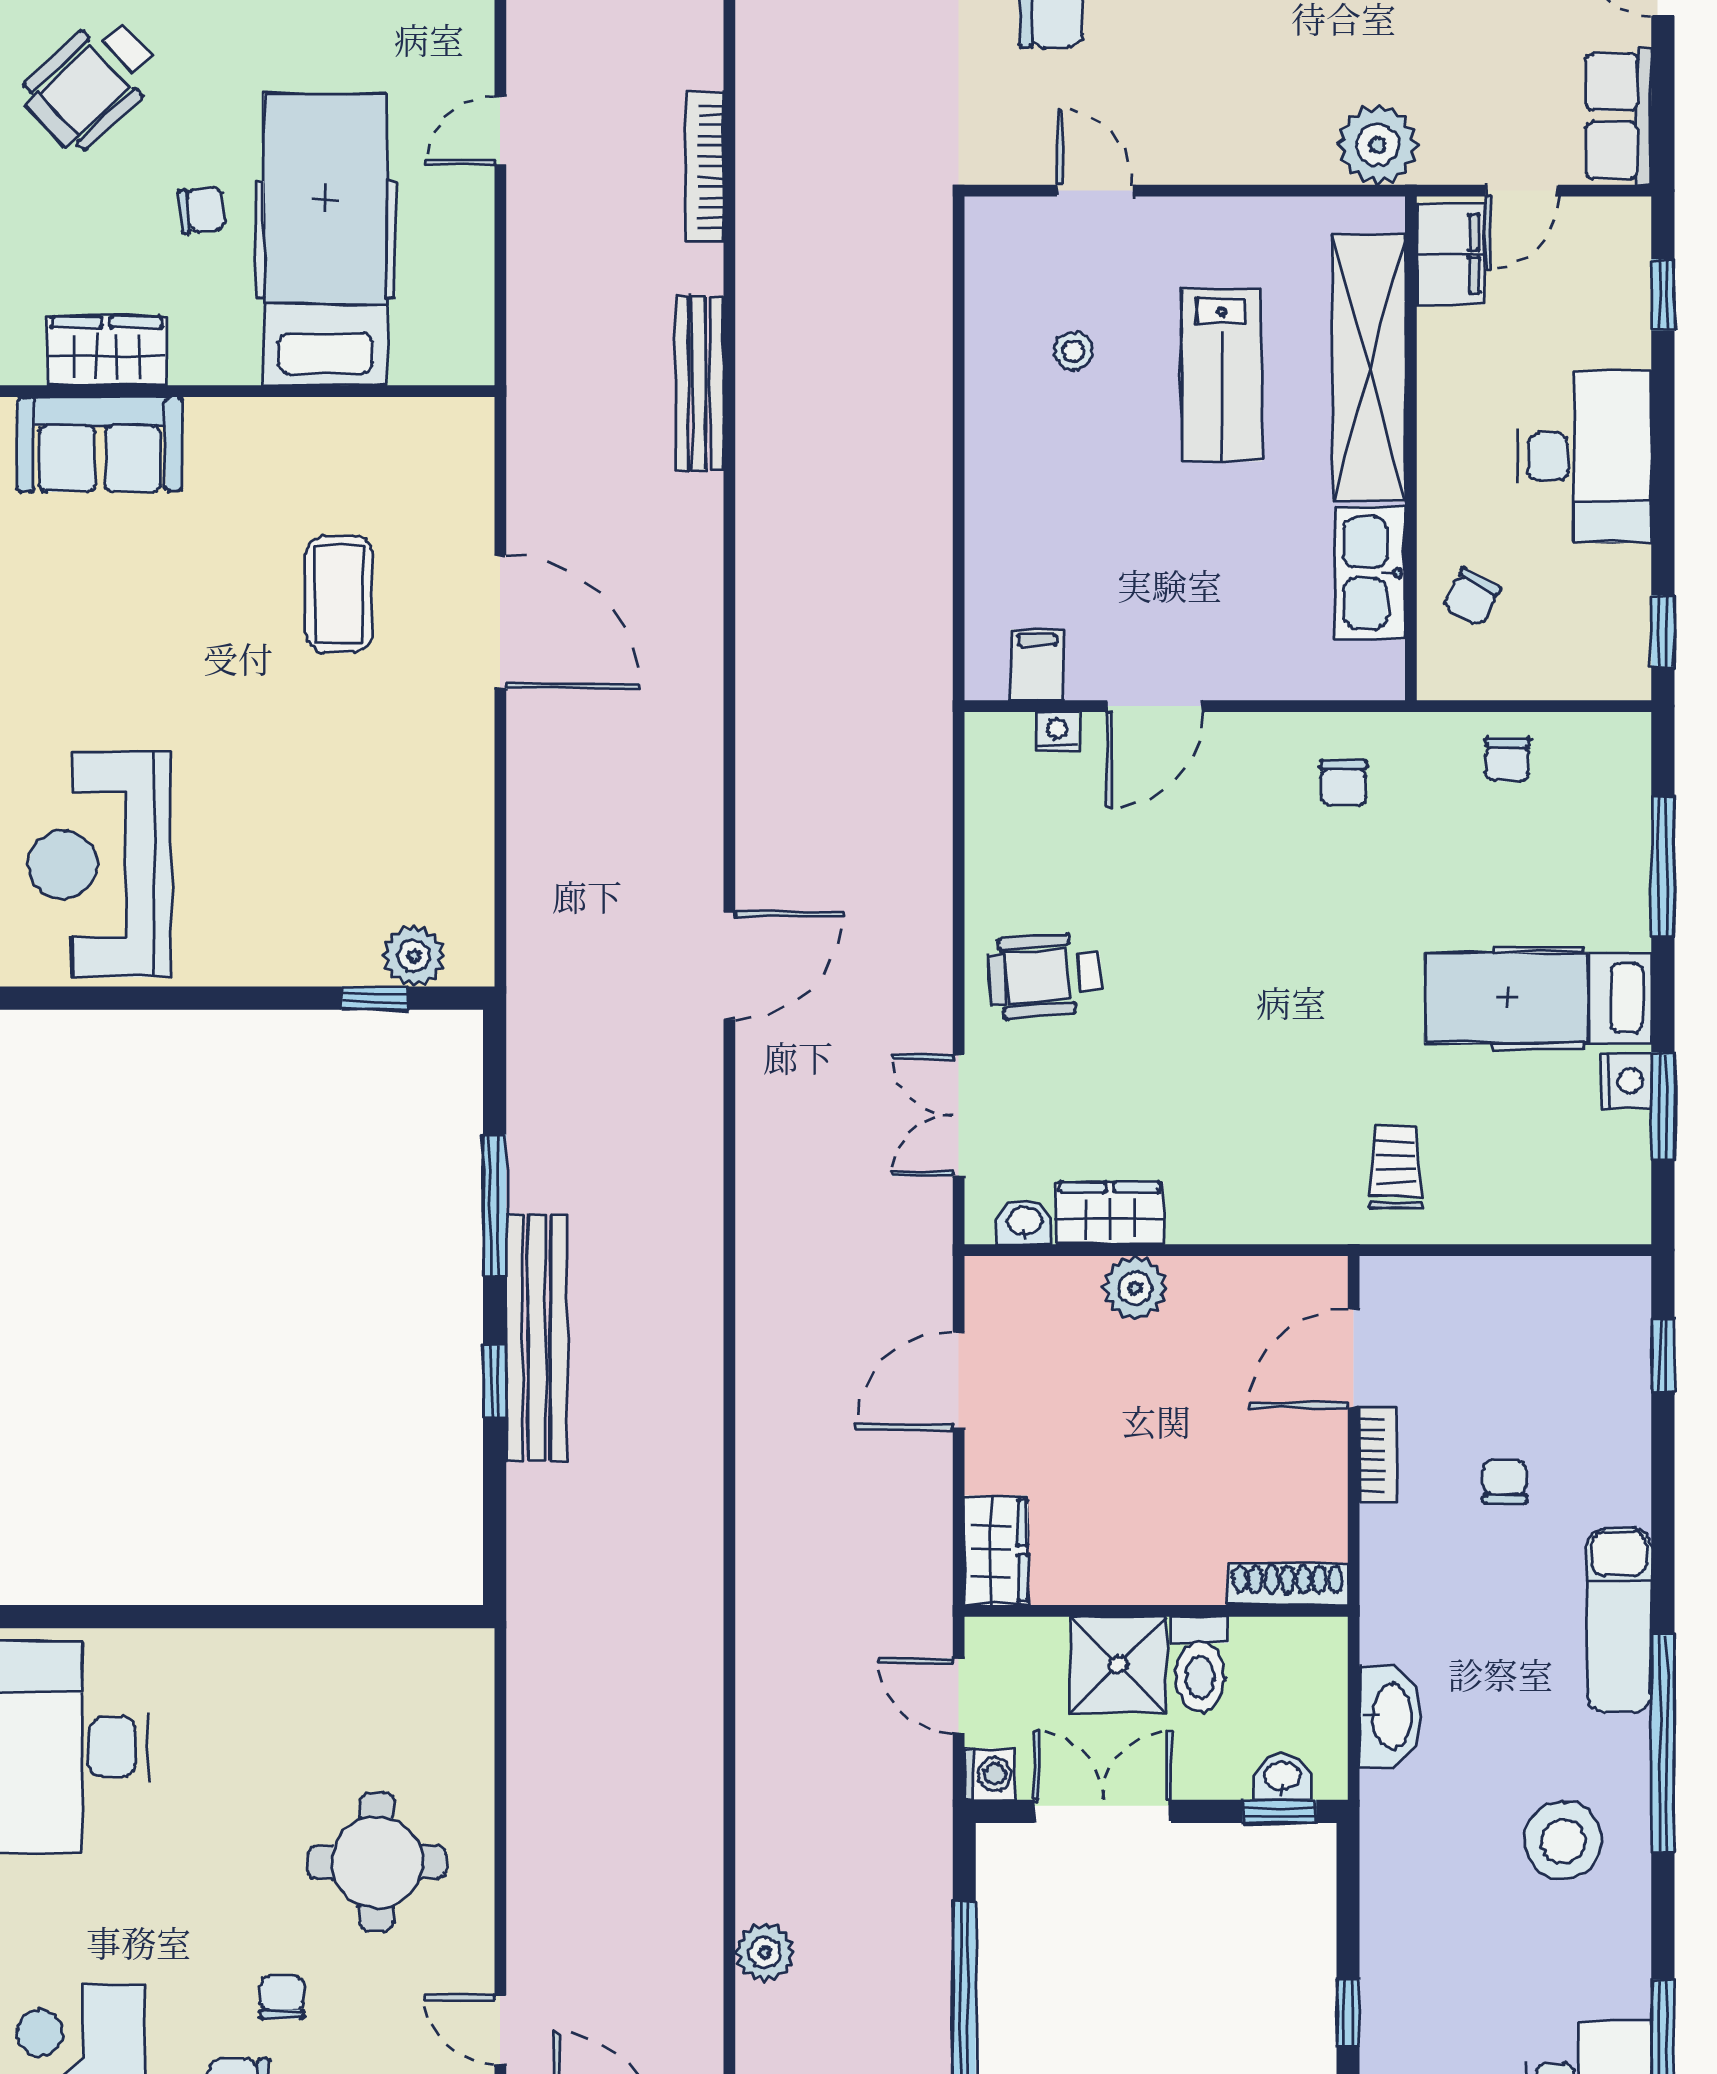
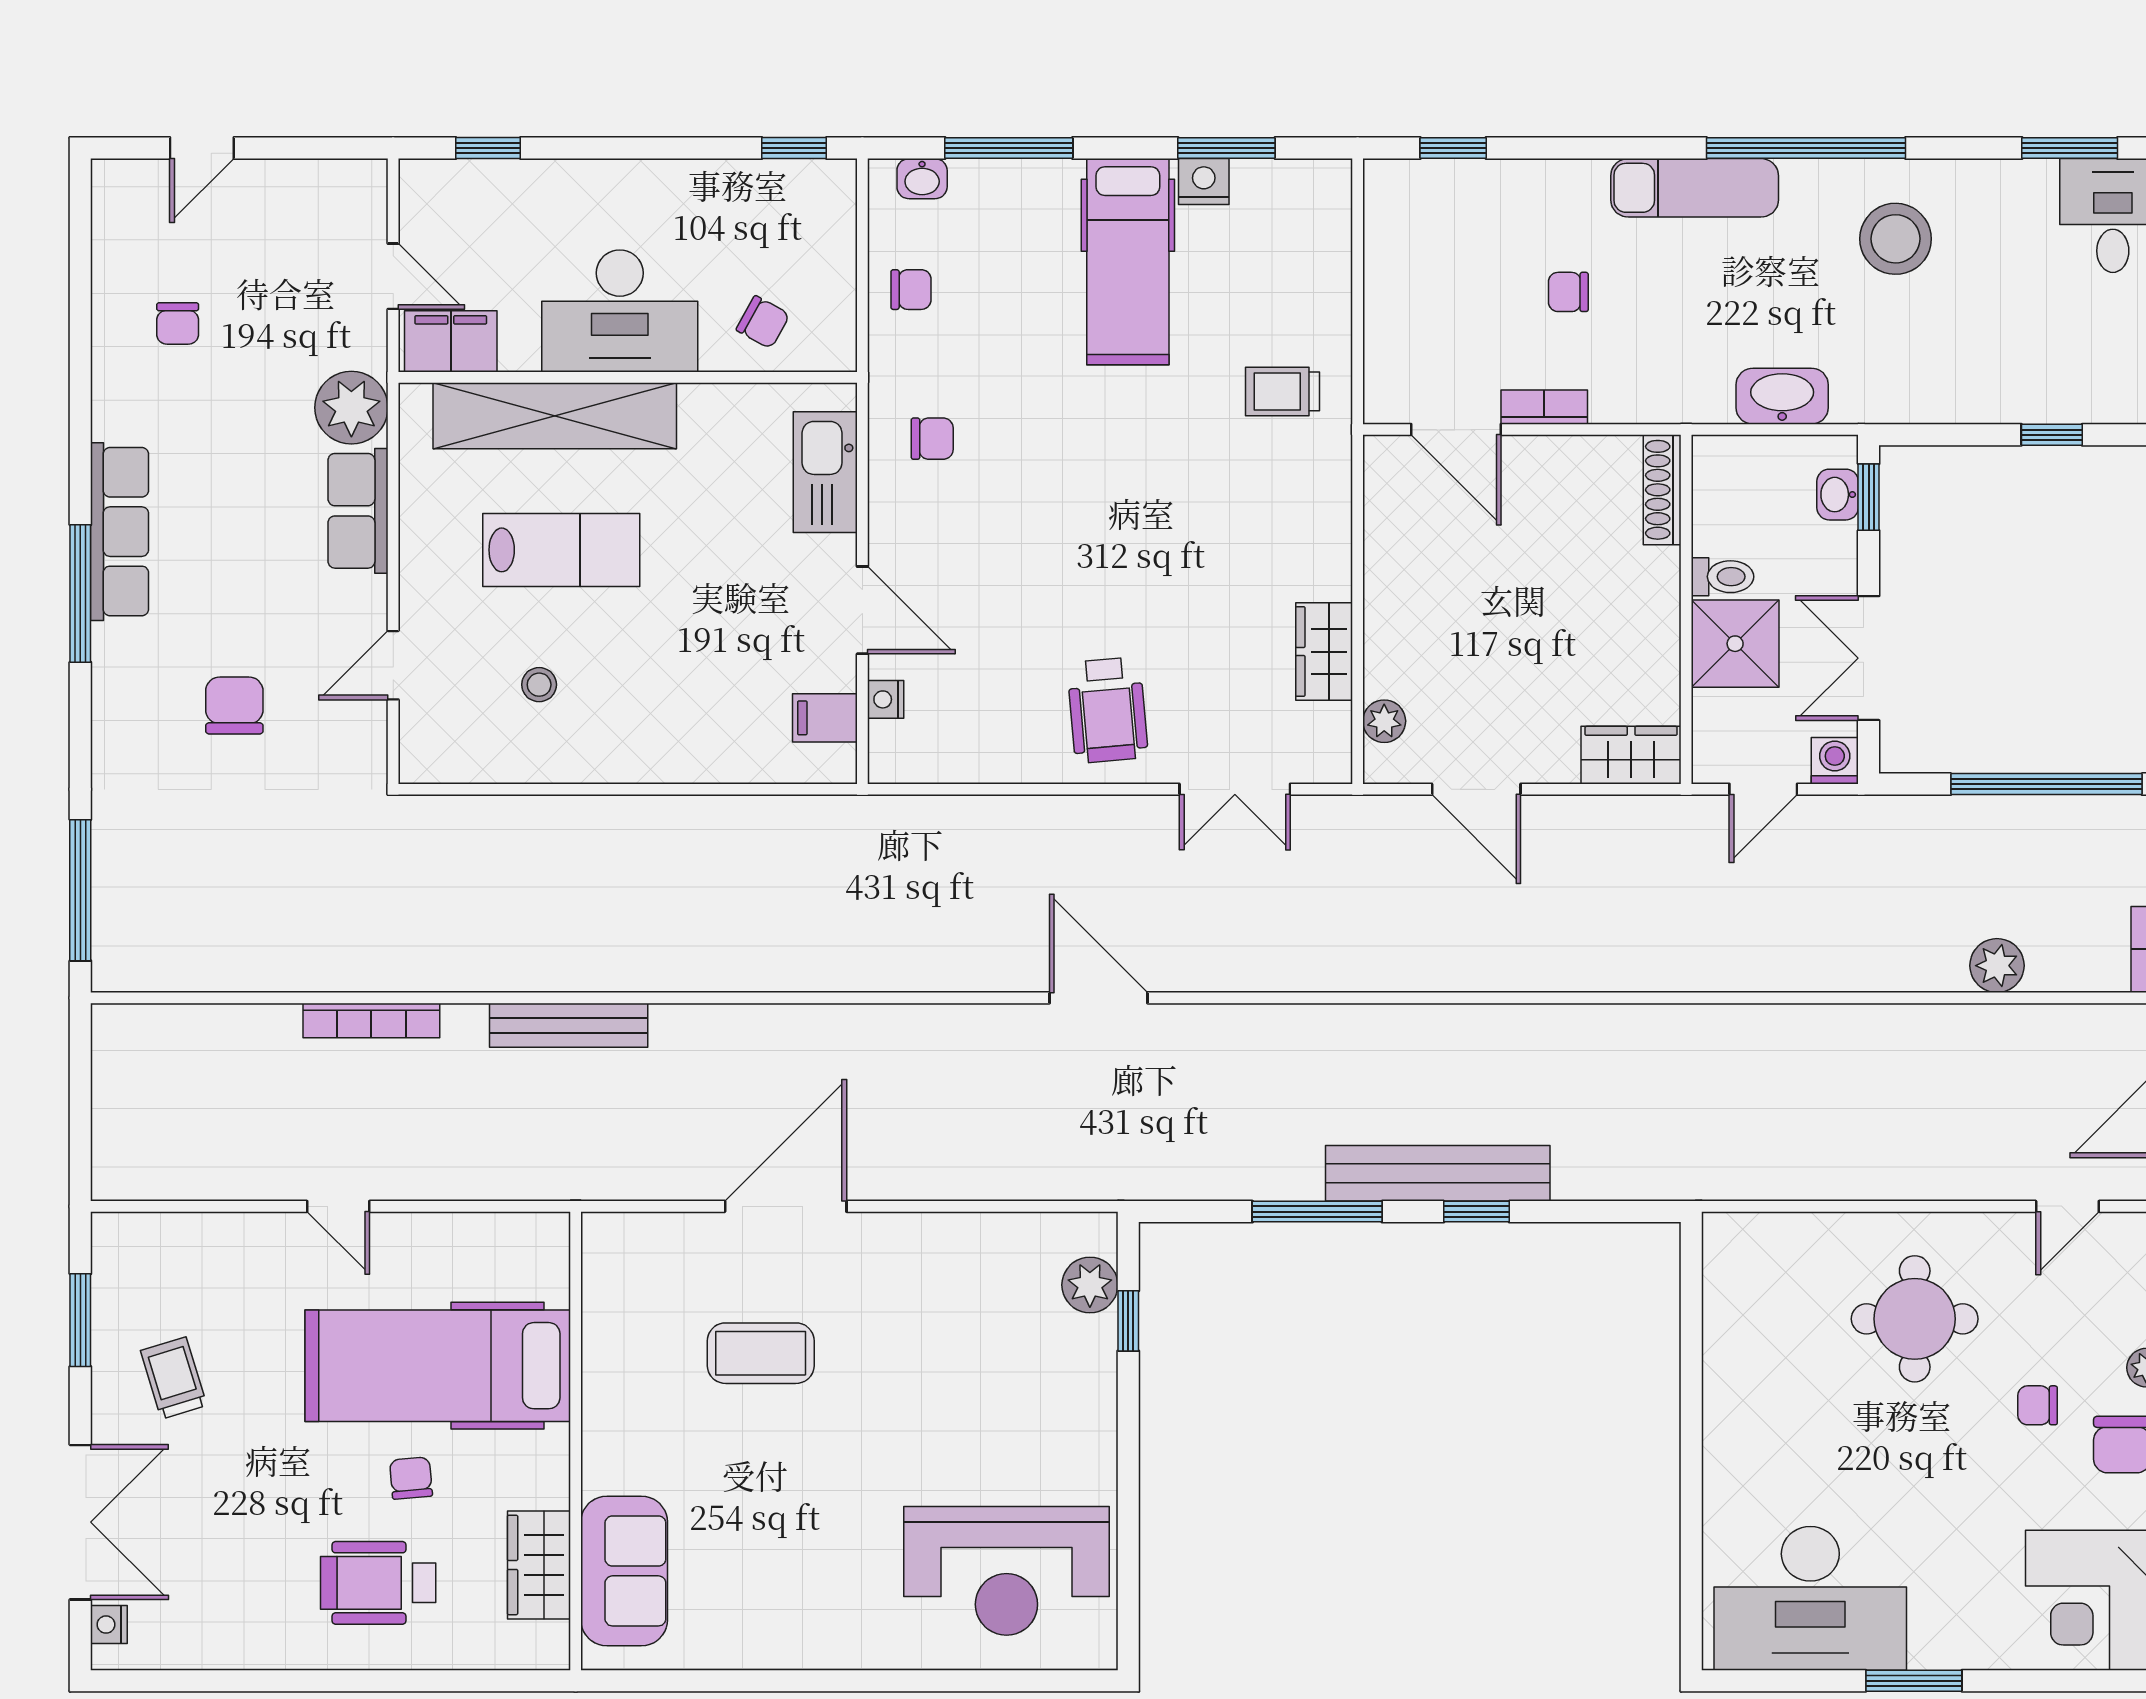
wheelchair: (91, 83) -> (378, 1583), moved, turned 133
row of seats: (1619, 116) -> (358, 511), moved, turned 90
desk: (1584, 457) -> (620, 311), moved, turned 180
kitchen sink: (1370, 573) -> (825, 472), moved, turned 90
washbasin: (1024, 1222) -> (922, 179), moved, turned -90
plant: (1135, 1288) -> (1384, 721), moved, width x0.73, depth x0.73
toilet: (1200, 1664) -> (1722, 577), width x0.73, depth x0.72

